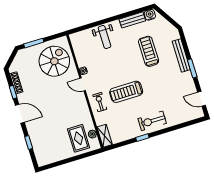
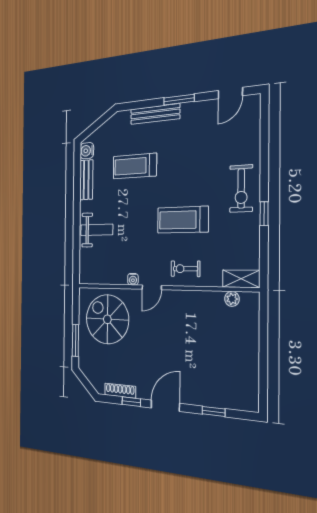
treadmill: (126, 92) -> (183, 220), turned 90
rug: (79, 138) -> (232, 325), removed

